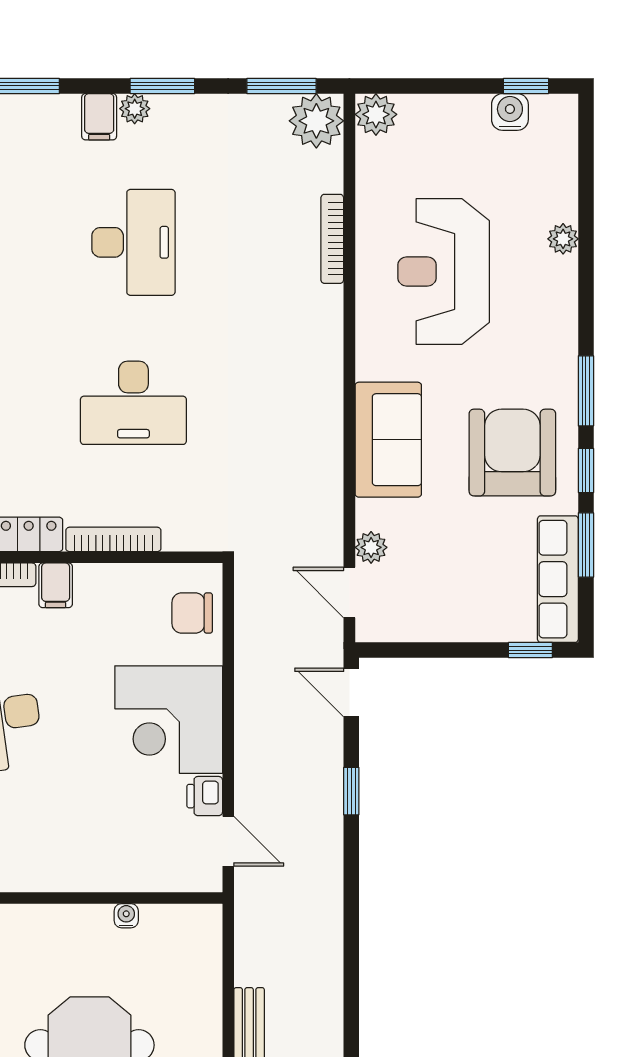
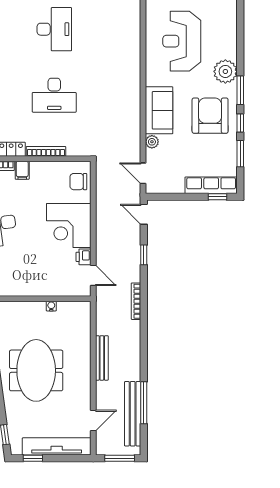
bookcase: (332, 239) -> (136, 301), moved
plant: (563, 239) -> (225, 71), moved, width x1.88, depth x1.88
plant: (371, 547) -> (152, 142), moved
row of seats: (558, 579) -> (211, 185), moved, turned 90

